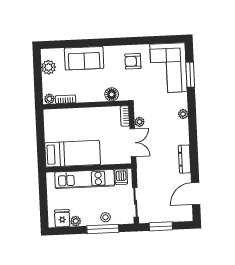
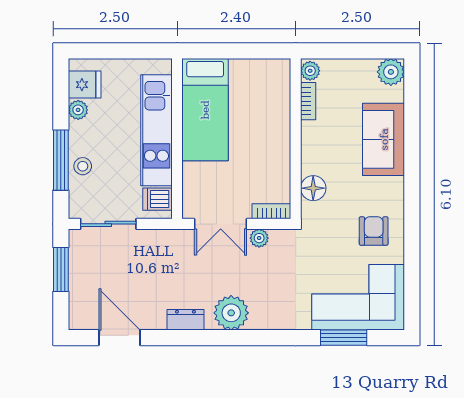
plant: (49, 67) -> (391, 72), moved
plant: (183, 114) -> (231, 313), moved, width x1.87, depth x1.87
dresser: (185, 159) -> (185, 320), width x0.70

